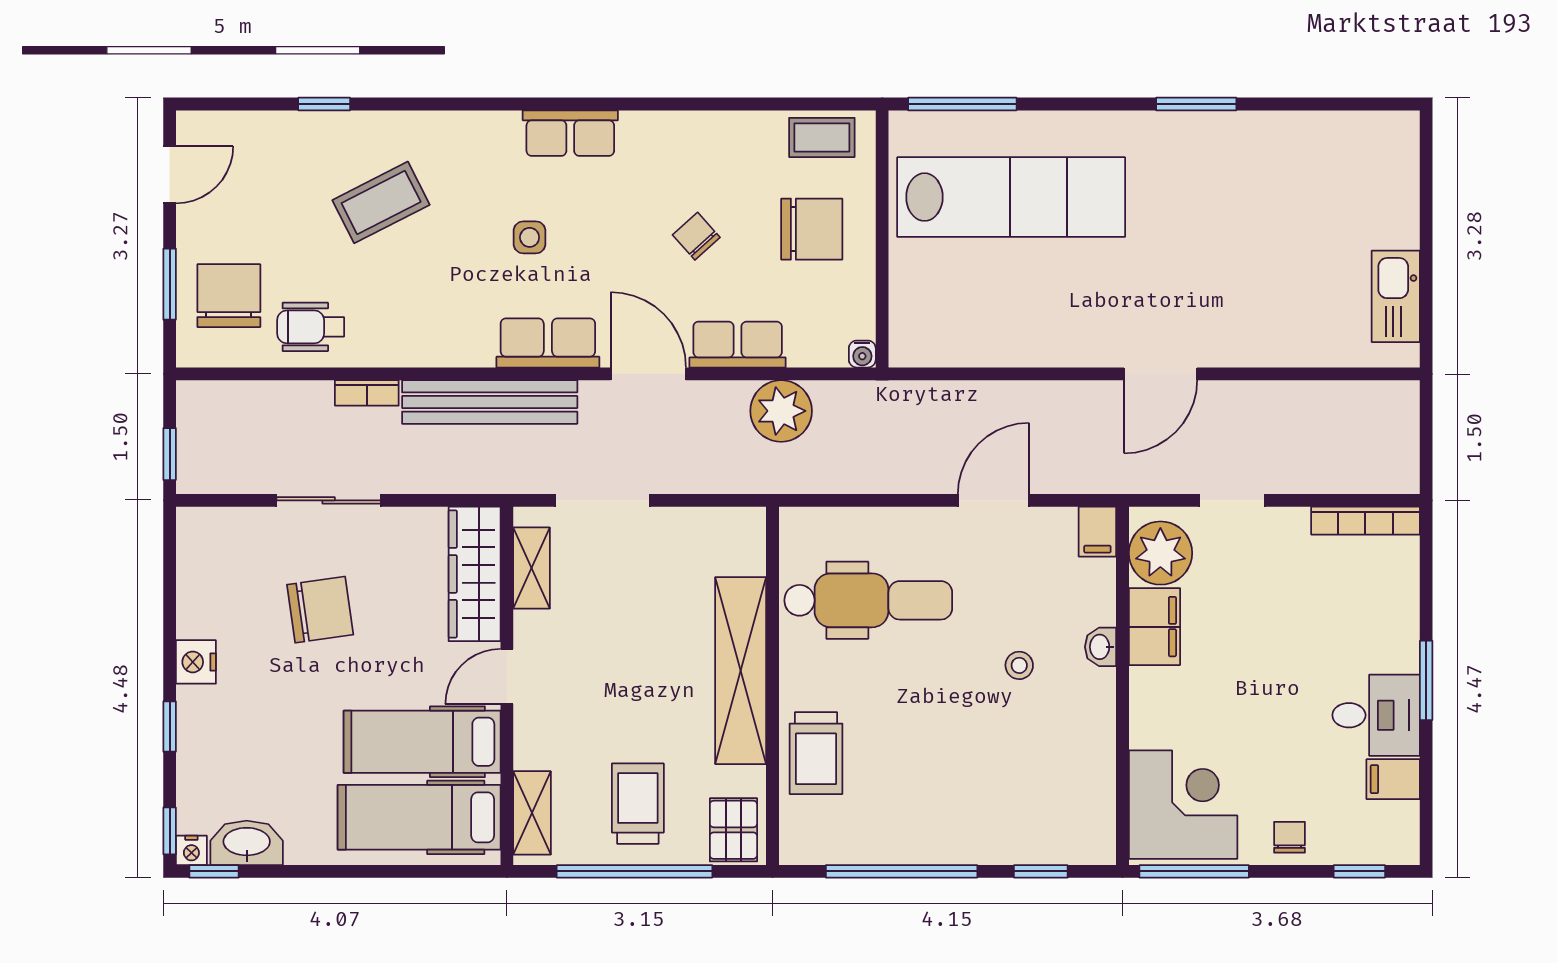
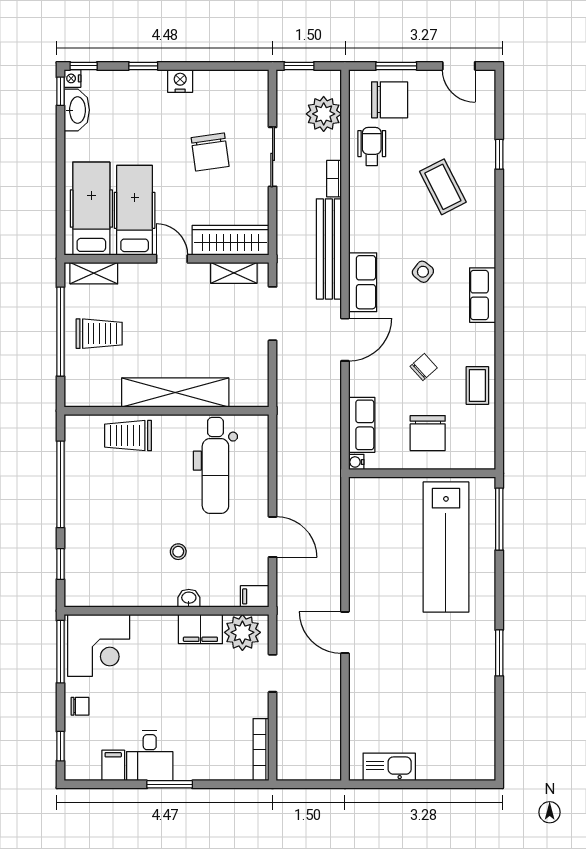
coffee table: (822, 137) -> (477, 385), moved
side table: (530, 237) -> (423, 272), turned 38
row of seats: (738, 345) -> (362, 425), moved
plant: (781, 411) -> (324, 114), moved
pallet: (733, 830) -> (84, 388), removed

